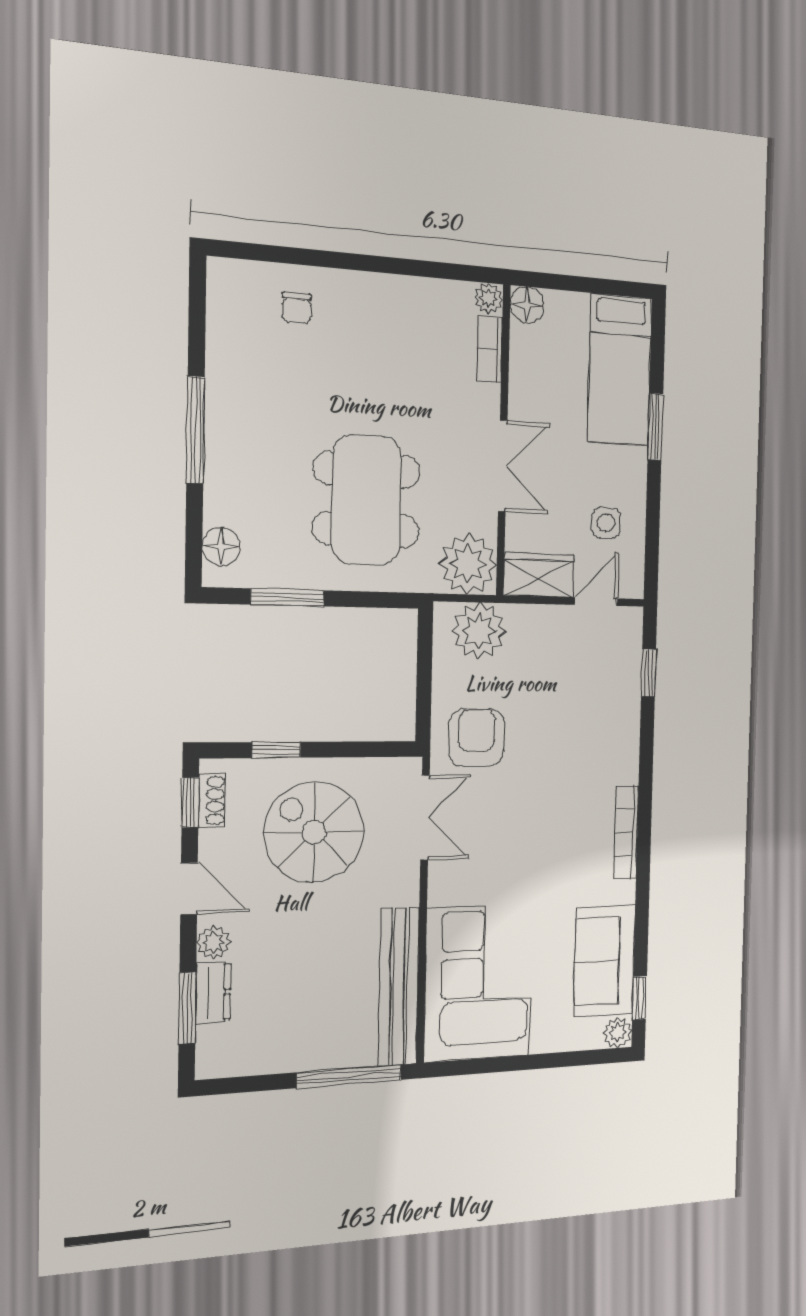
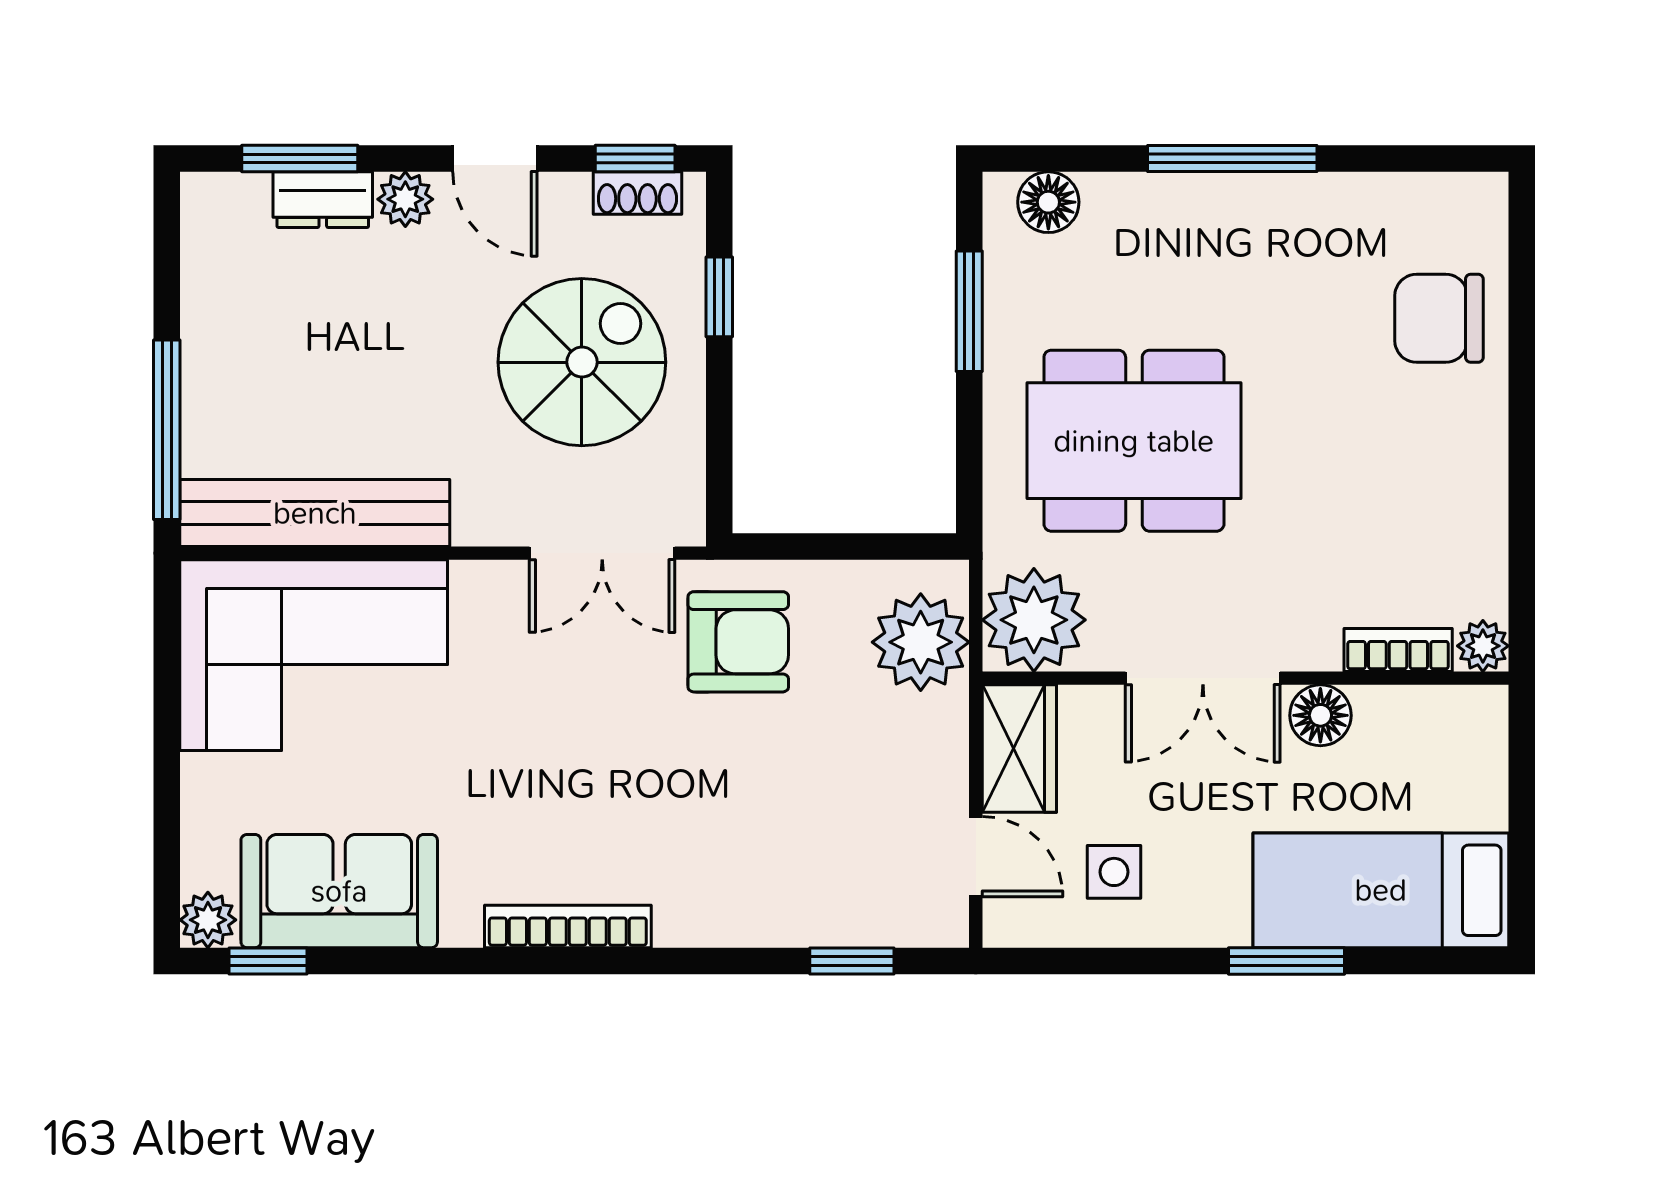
floor lamp: (527, 305) -> (1320, 715), moved
chair: (297, 308) -> (1439, 318), width x1.87, depth x1.87
door: (189, 889) -> (495, 158), hinge flipped

